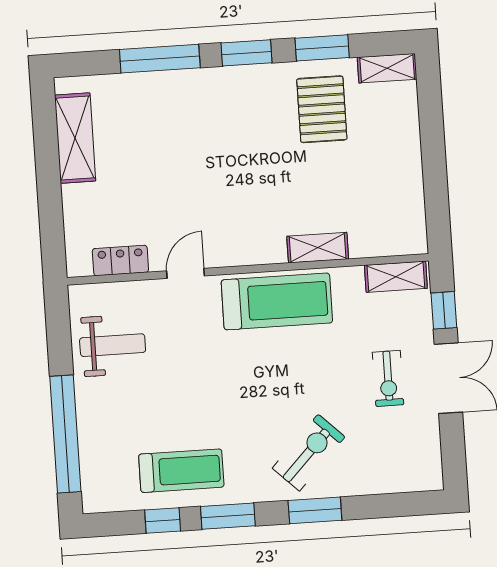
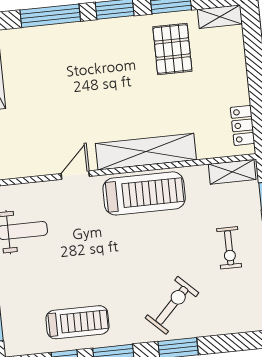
shelving: (318, 248) -> (146, 152), width x2.20, depth x1.33
locker: (120, 260) -> (243, 125), moved, turned -90

